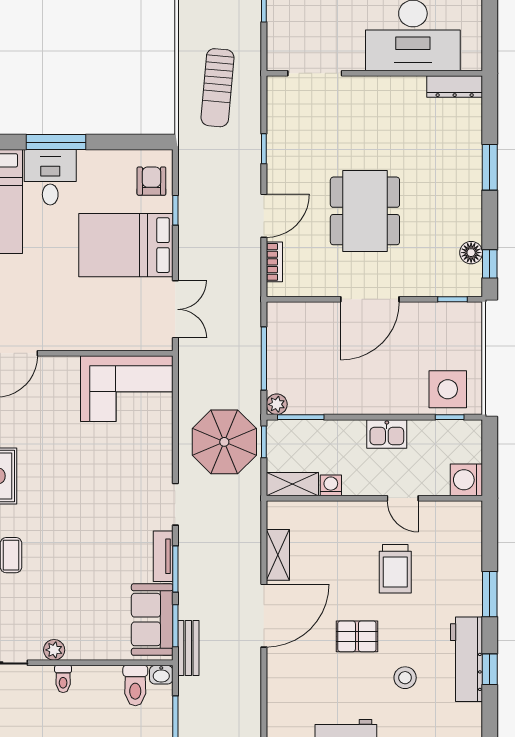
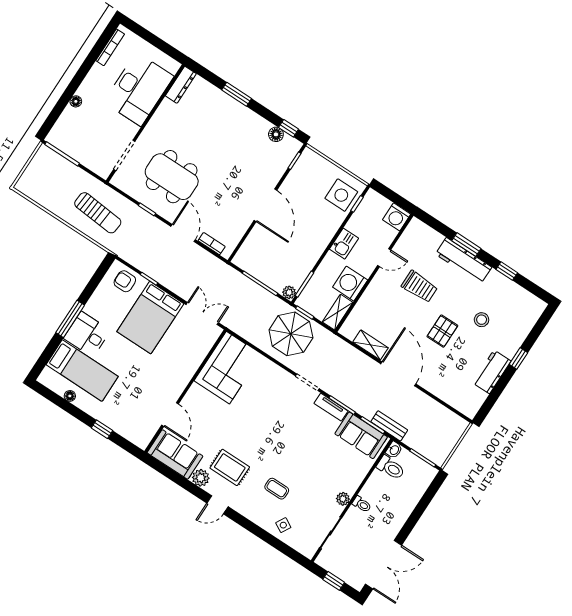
dining table: (365, 211) -> (172, 177), moved
washing machine: (331, 485) -> (350, 284), width x1.89, depth x1.89
workbench: (467, 659) -> (464, 261), moved

